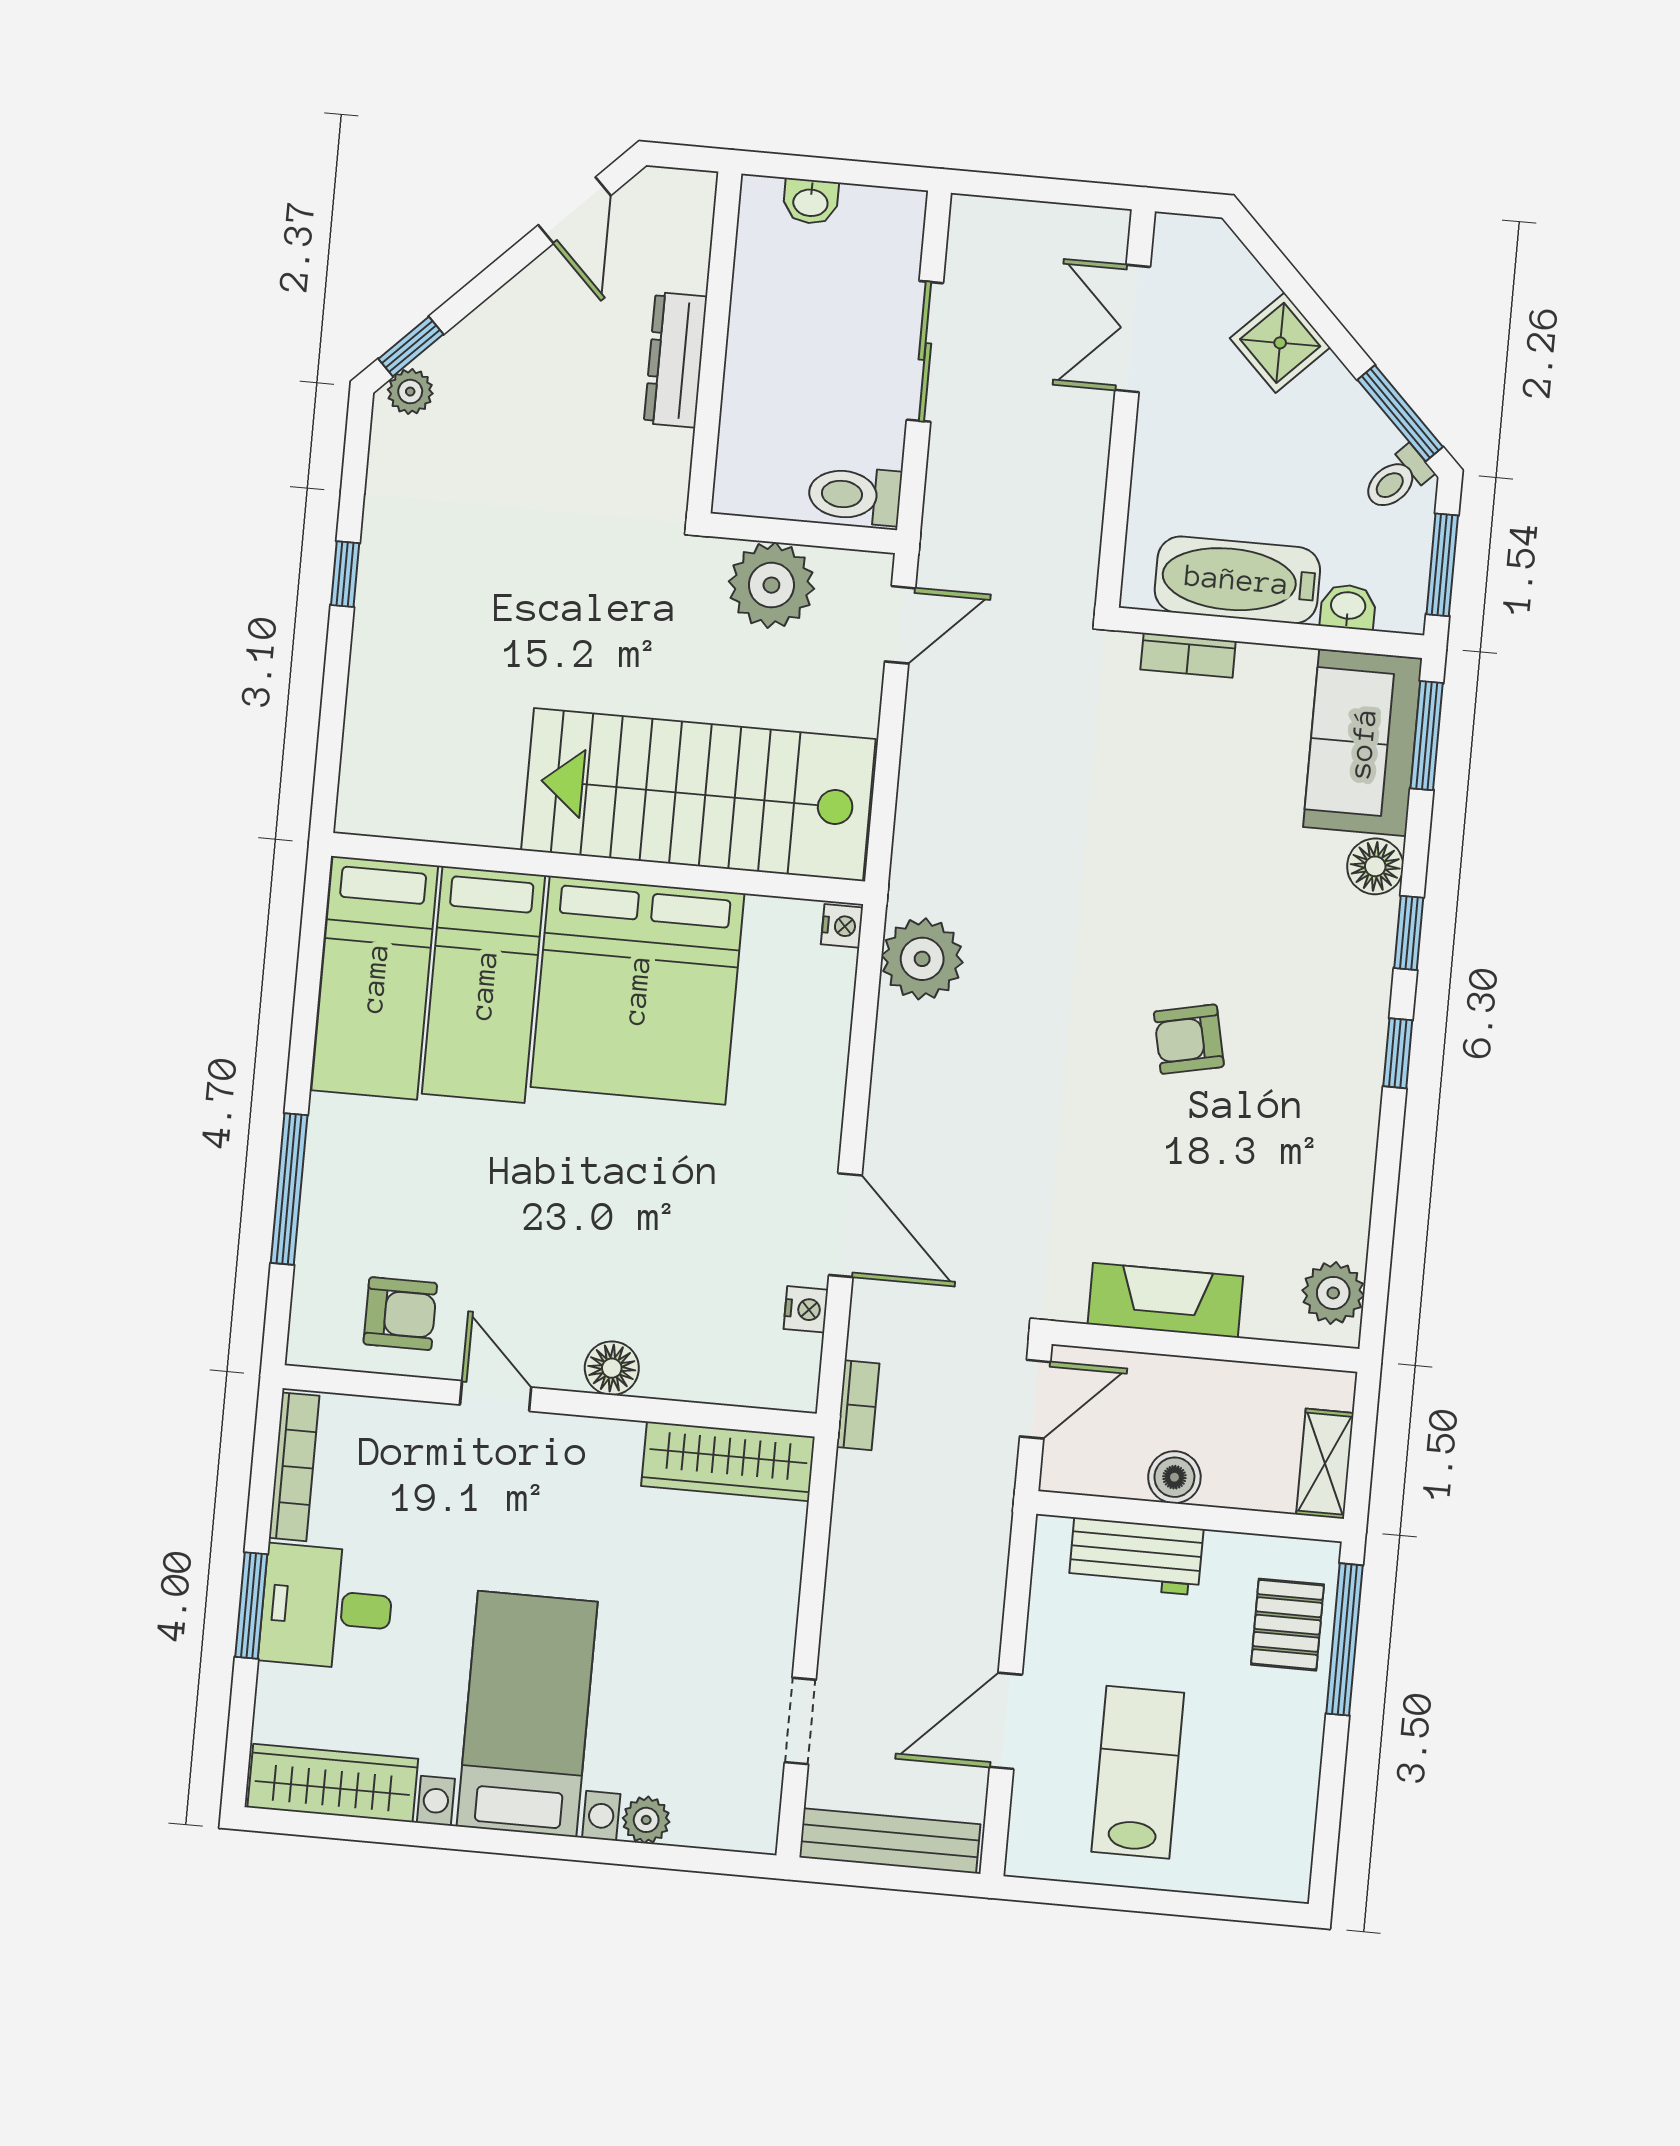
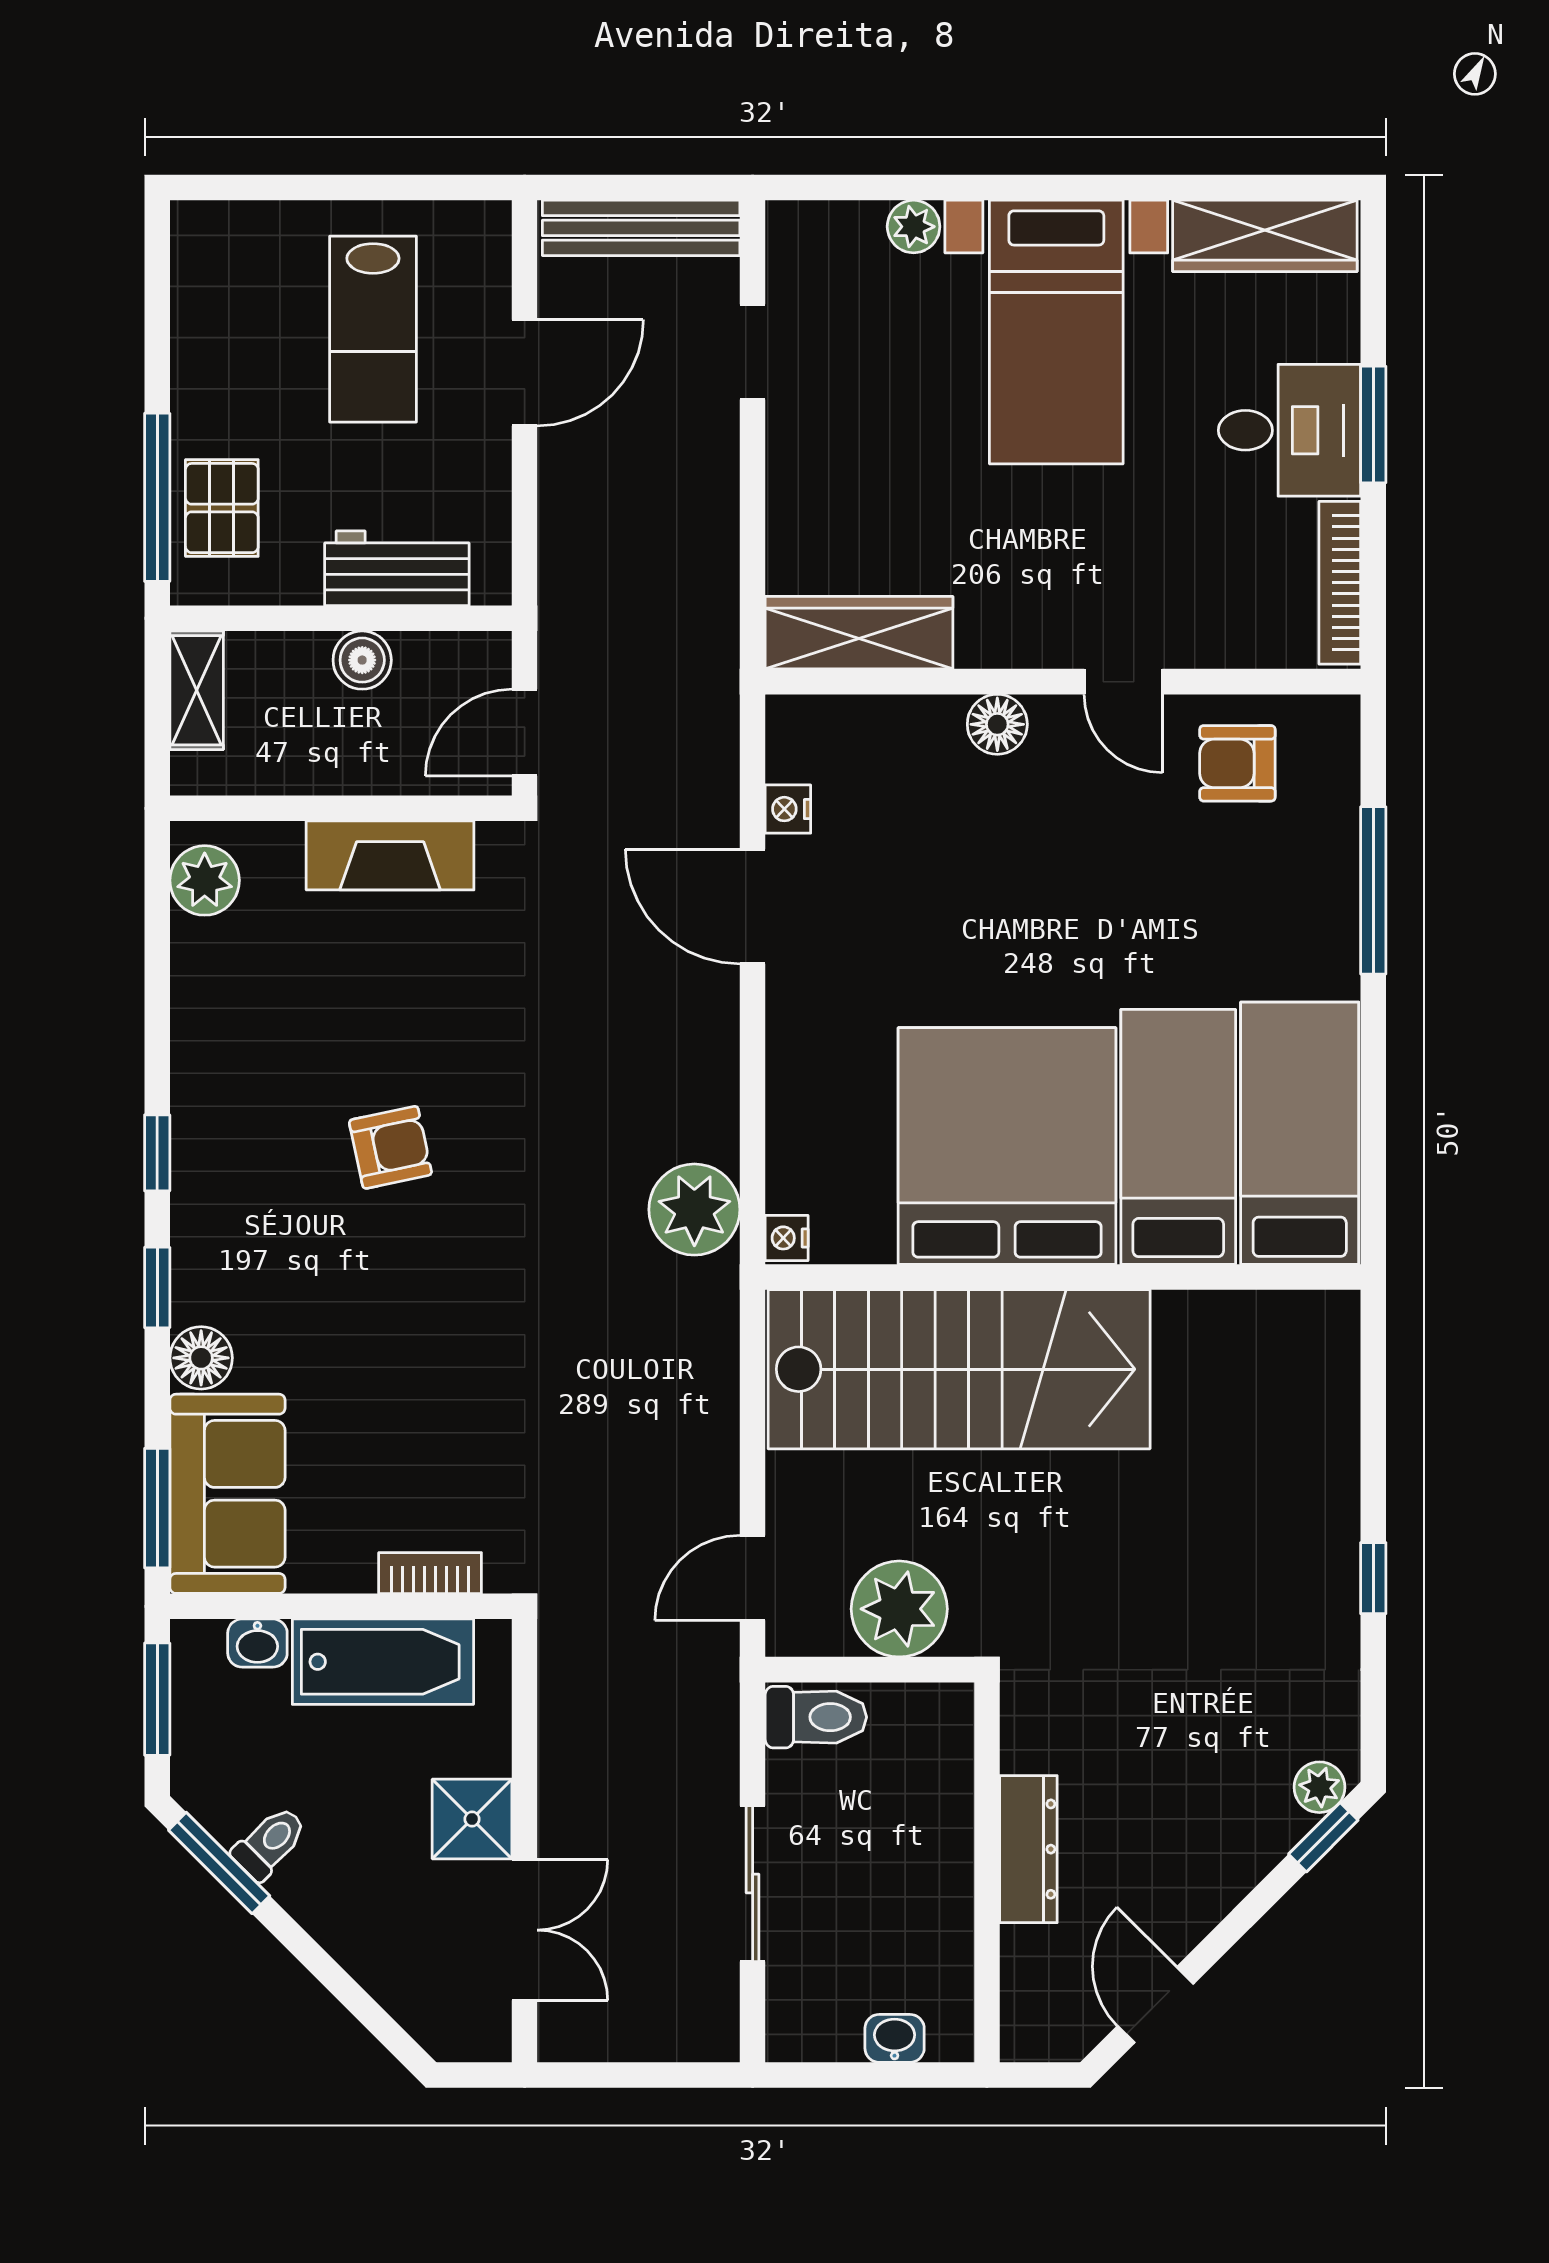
shower: (1280, 343) -> (472, 1819), moved, turned 45
toilet: (1397, 479) -> (270, 1843), moved
bookcase: (858, 1405) -> (720, 708), removed

